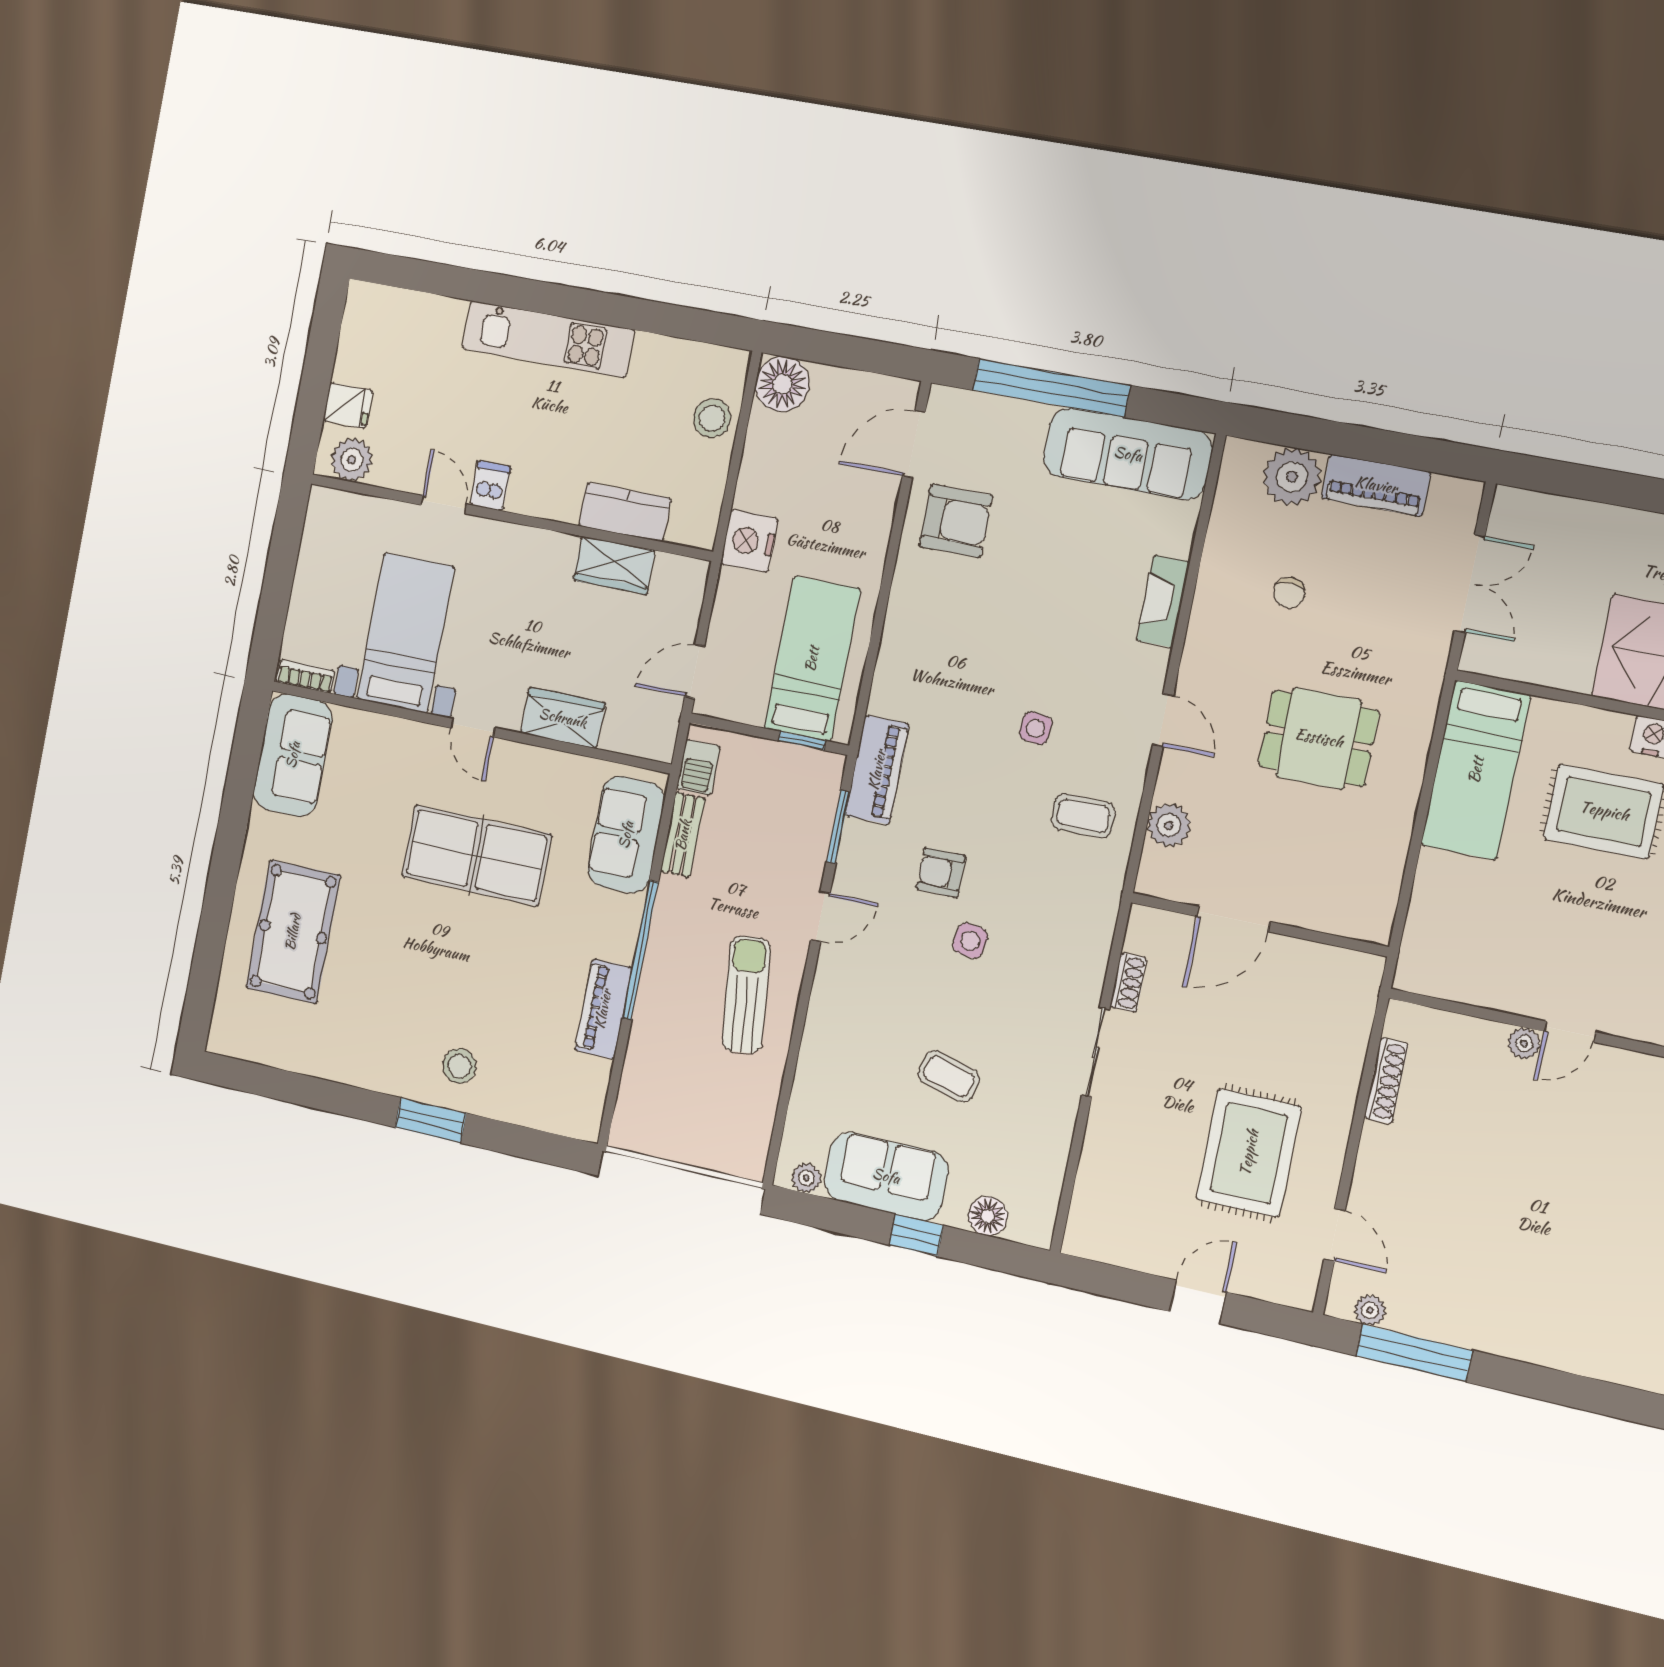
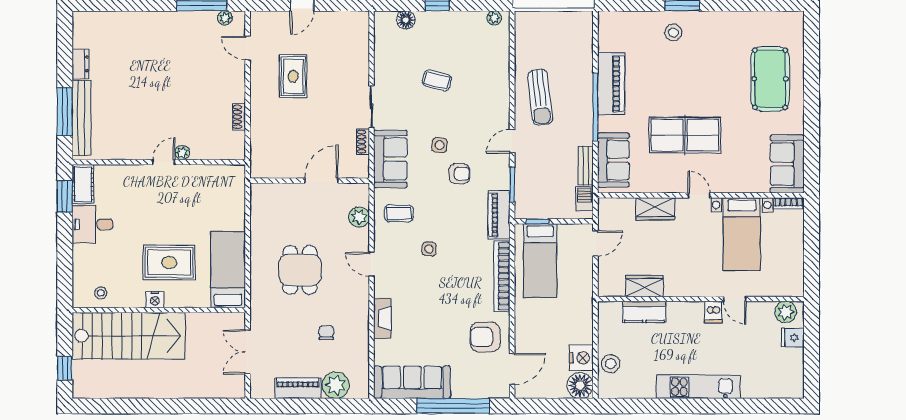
nightstand: (749, 541) -> (581, 358), moved
bookcase: (897, 641) -> (502, 276), added
dining table: (1319, 738) -> (300, 270), turned 90
piano: (603, 1009) -> (611, 84), width x1.37, depth x1.33
shoe rack: (1386, 1081) -> (239, 117), width x0.70
rug: (1249, 1153) -> (293, 76), width x0.73, depth x0.70
sofa: (886, 1176) -> (390, 159), moved, turned -90

